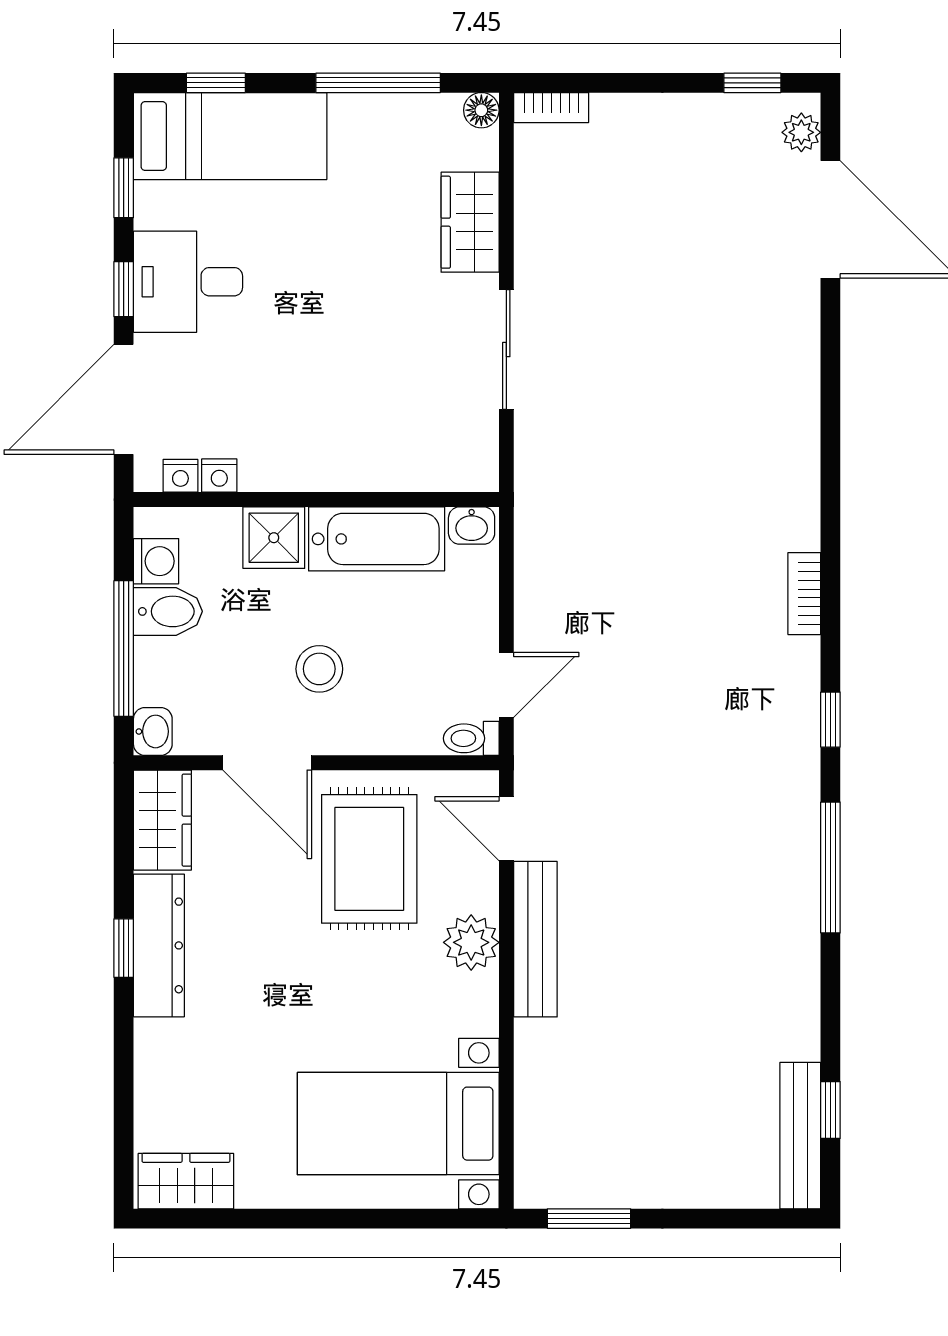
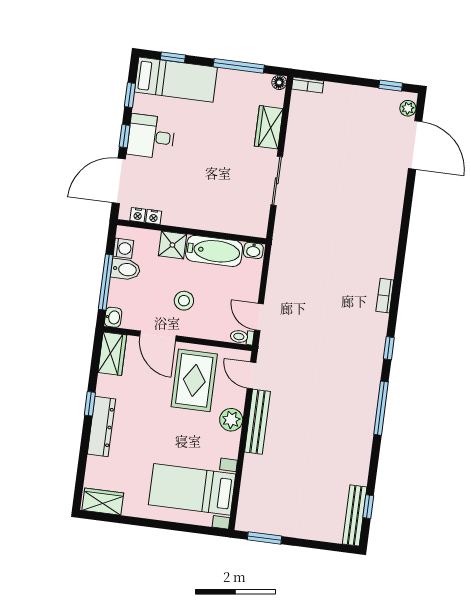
door: (506, 685) -> (259, 317), swing flipped
dresser: (159, 945) -> (101, 426), moved

